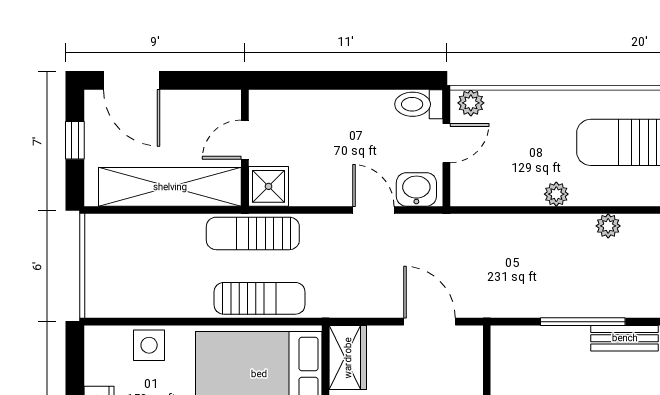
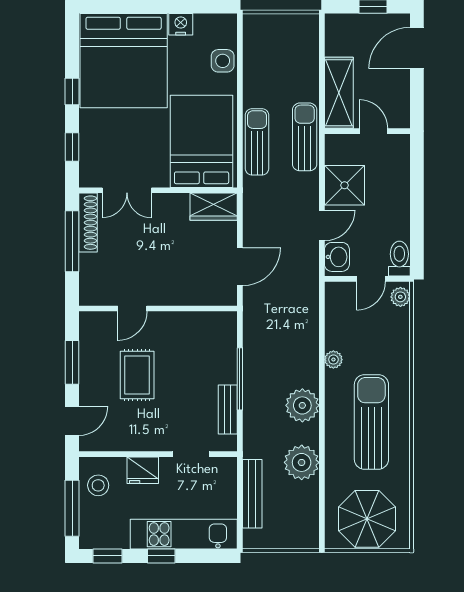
door: (446, 143) -> (371, 279), hinge flipped
shower: (269, 186) -> (344, 185), moved, width x1.36, depth x1.36
shelving: (170, 187) -> (339, 93), width x0.68
plant: (608, 226) -> (302, 405), width x1.87, depth x1.87
sun lounger: (260, 298) -> (257, 142), turned 180

